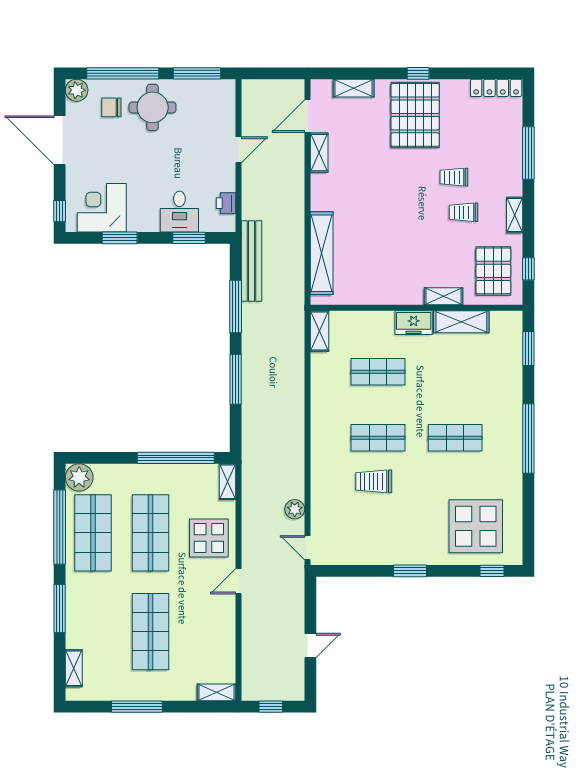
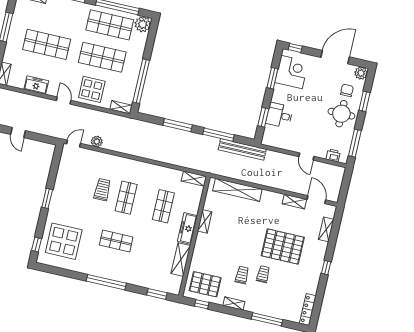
window: (123, 73) -> (365, 101), width x0.47
pallet: (415, 115) -> (283, 247), moved
printer: (226, 203) -> (333, 155), moved
shelving: (443, 296) -> (205, 221), moved
freezer: (414, 323) -> (187, 228), width x1.40
shop shelf: (455, 438) -> (116, 241), turned 90
freezer: (223, 633) -> (36, 85), added

